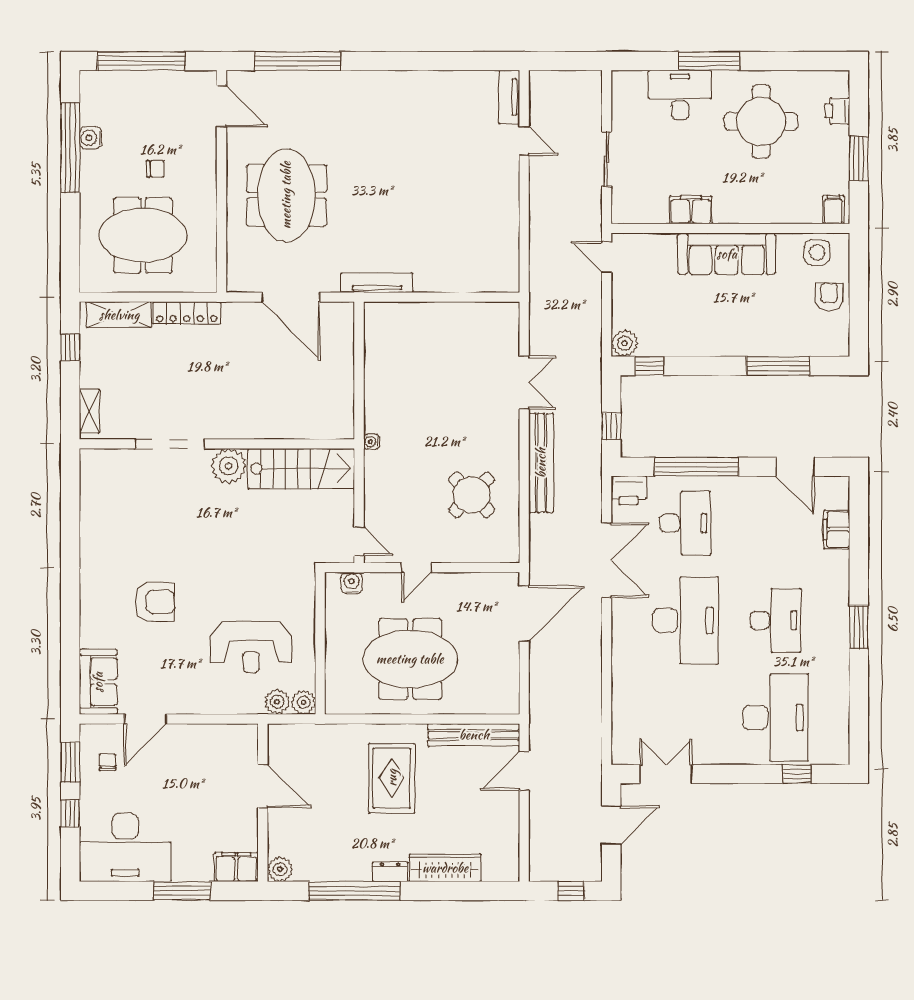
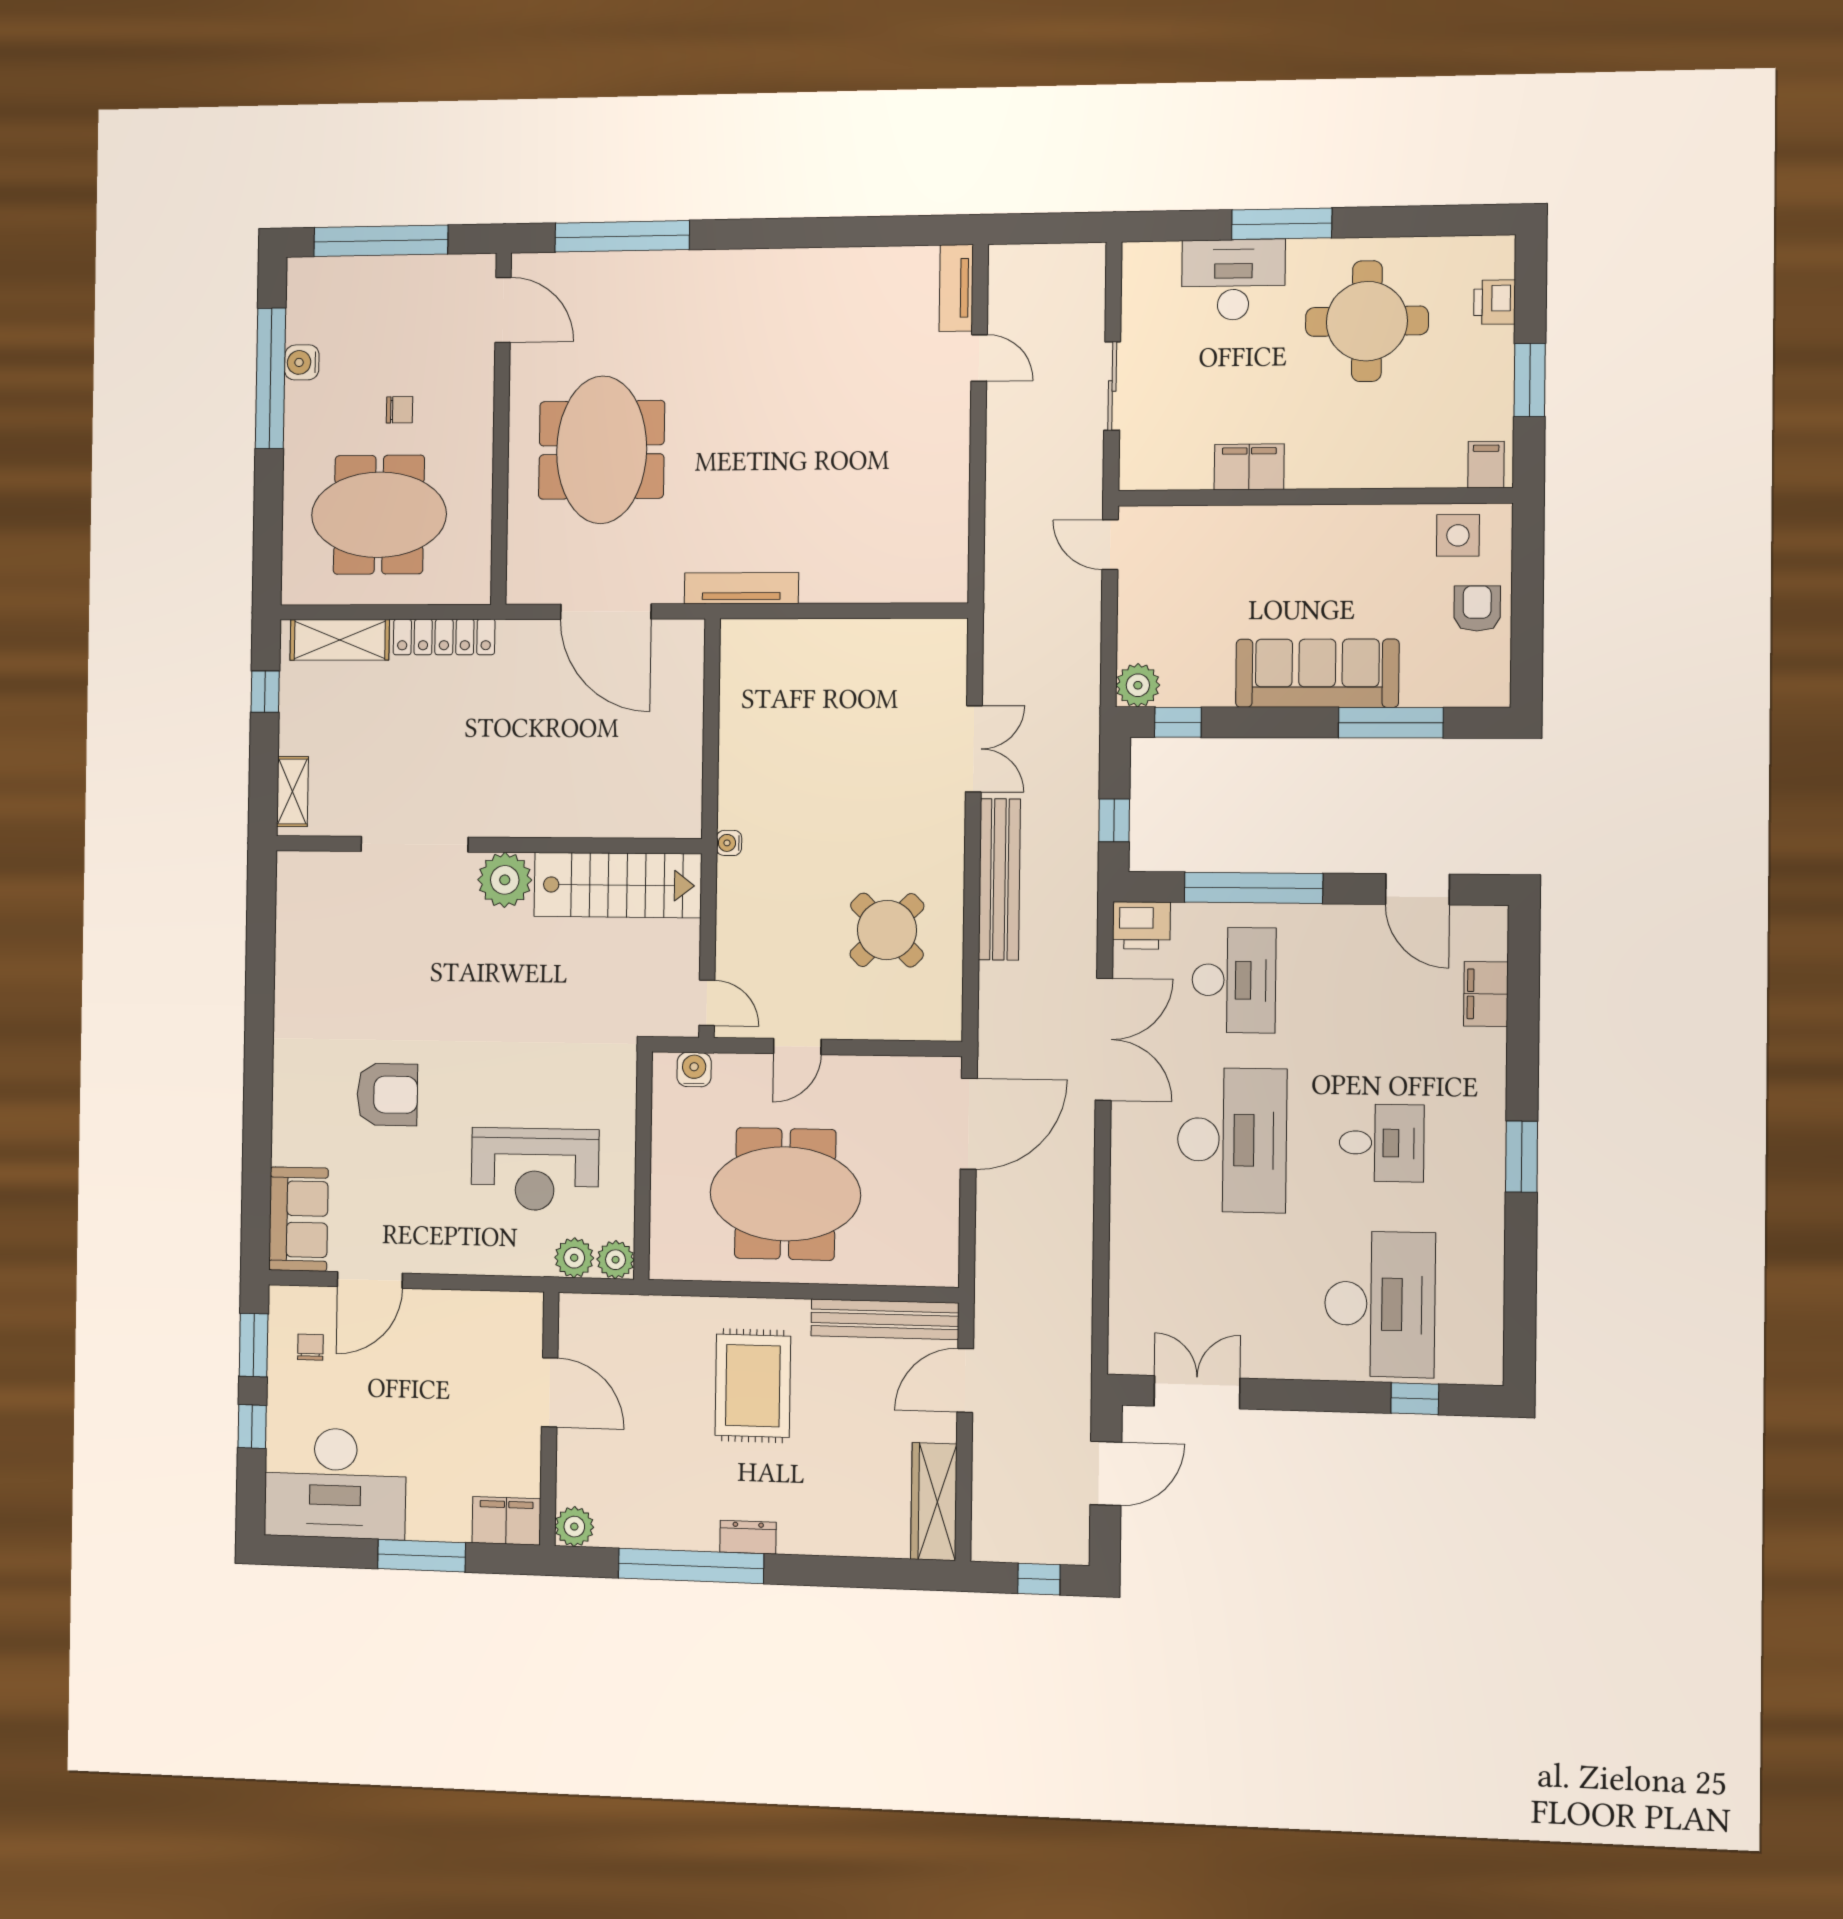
sofa: (727, 254) -> (1317, 673), moved, turned 180
desk: (775, 620) -> (1382, 1143), width x0.73
wardrobe: (445, 868) -> (934, 1502), moved, turned -90

